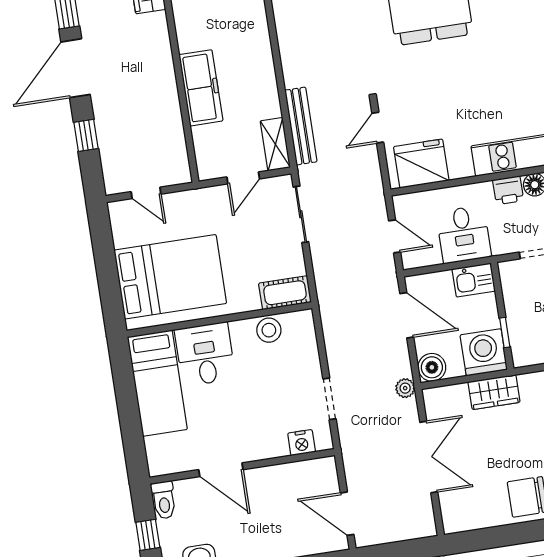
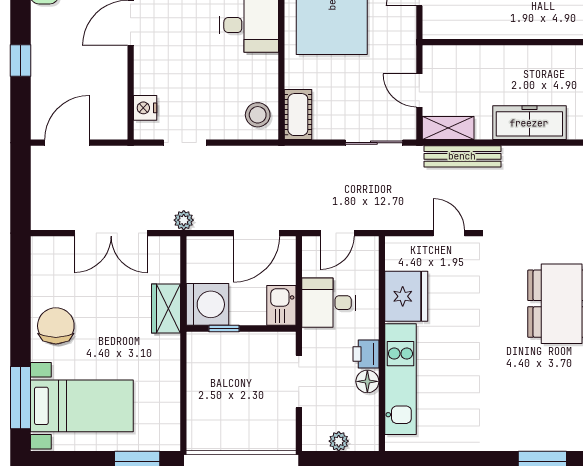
freezer: (201, 88) -> (529, 123), moved, turned 180
fridge: (421, 164) -> (406, 296), moved
stool: (269, 330) -> (258, 115), moved
boiler: (432, 367) -> (200, 250), removed

